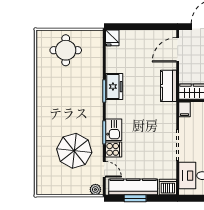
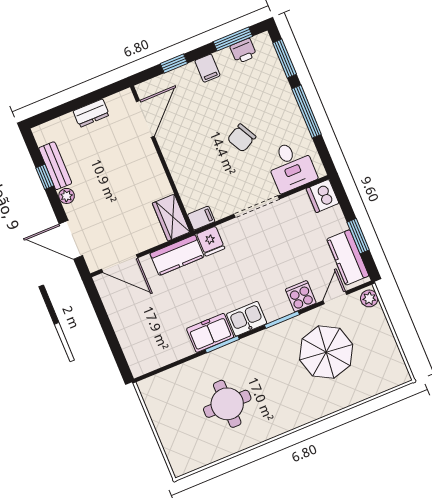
fridge: (112, 38) -> (211, 241), moved, turned 90
round table: (66, 50) -> (227, 404), moved
kitchen sink: (114, 130) -> (247, 319), moved
kitchen counter: (133, 187) -> (348, 257), width x0.67

